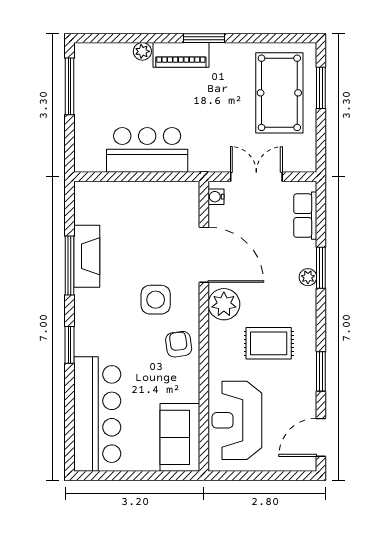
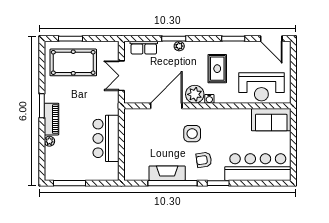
water cooler: (216, 197) -> (209, 99), moved
window: (70, 265) -> (172, 183), width x1.46
armchair: (179, 344) -> (204, 160), moved

